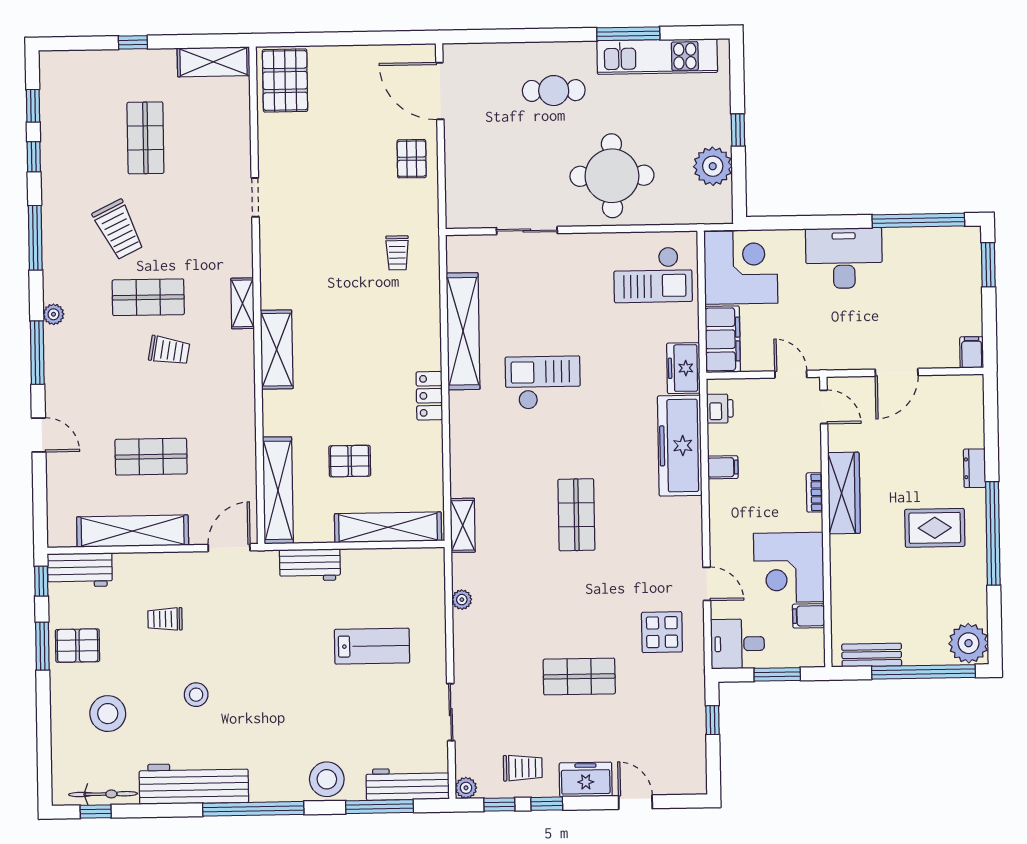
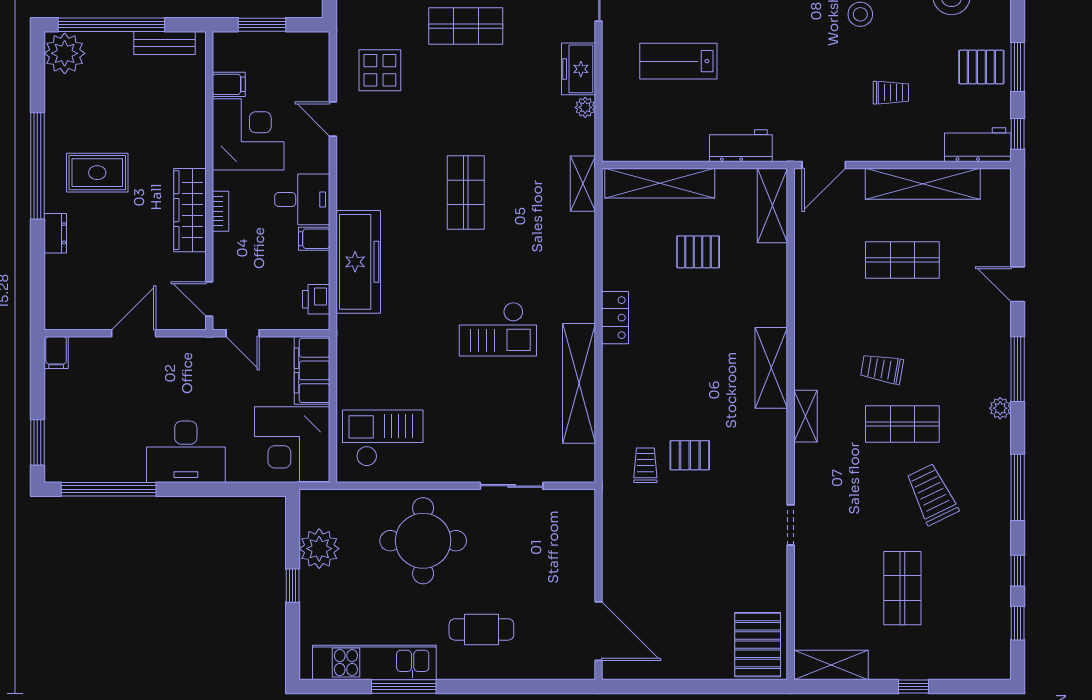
pallet: (412, 159) -> (690, 455), moved, turned 90
freezer: (683, 368) -> (579, 69), moved, turned 180
shelving: (278, 490) -> (772, 206), width x0.68
desk: (738, 644) -> (302, 199), moved

